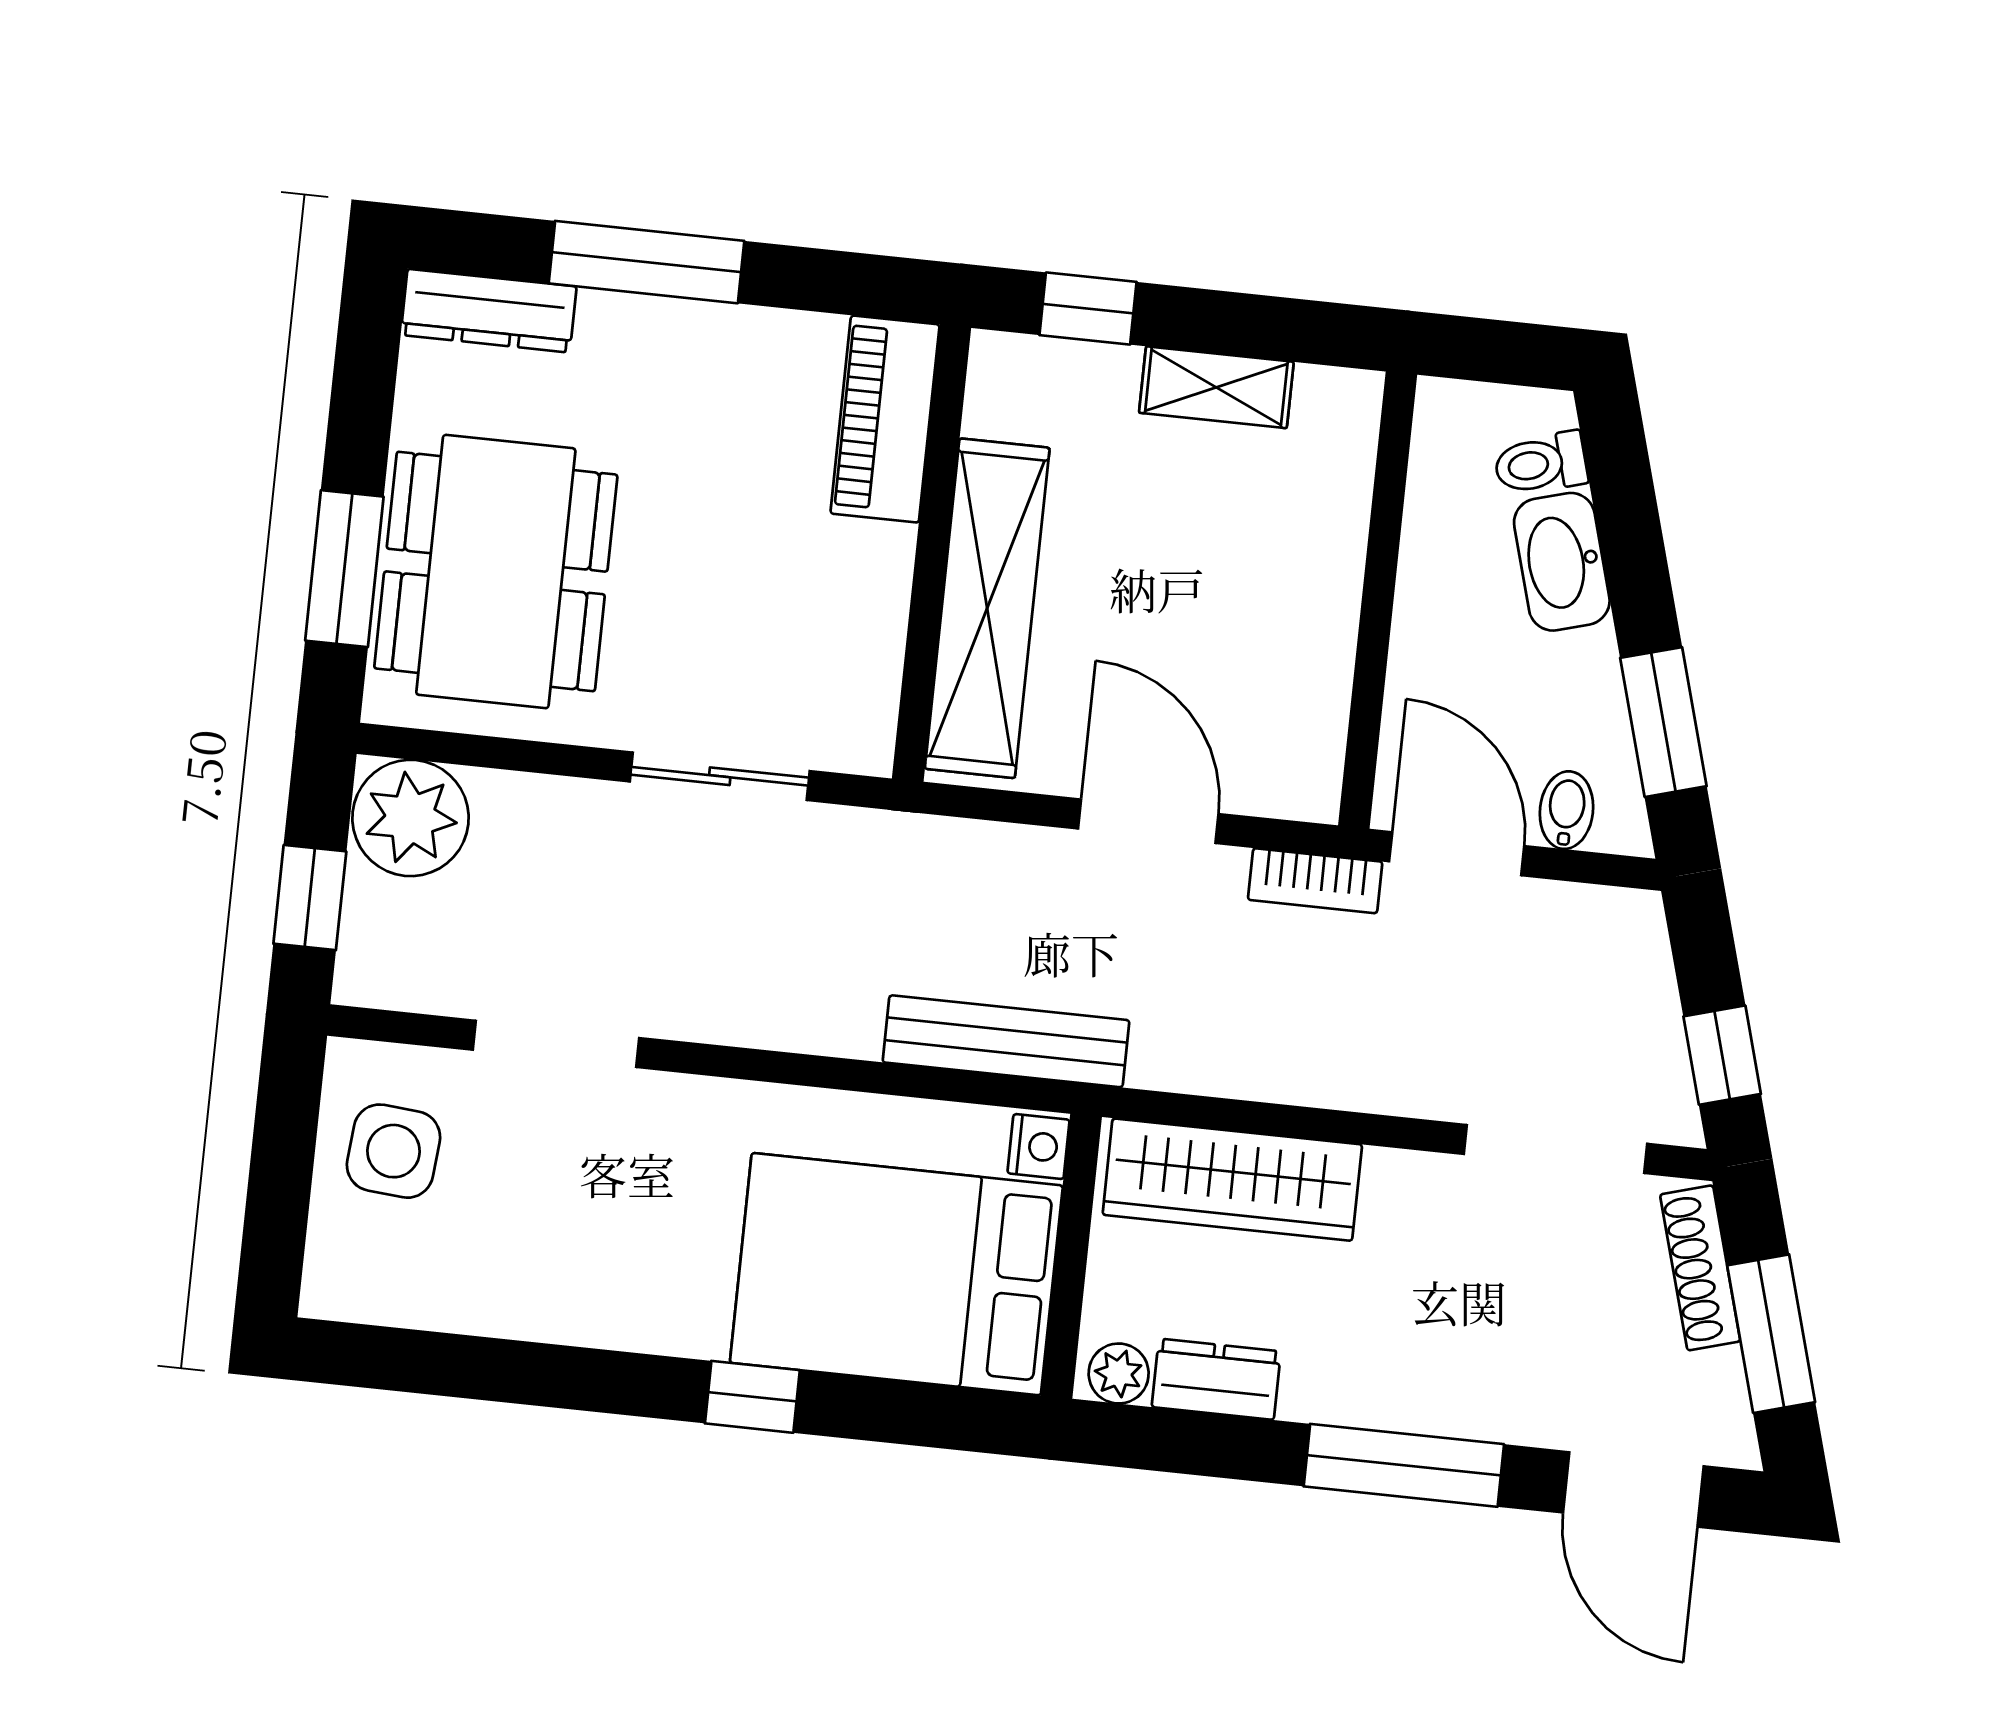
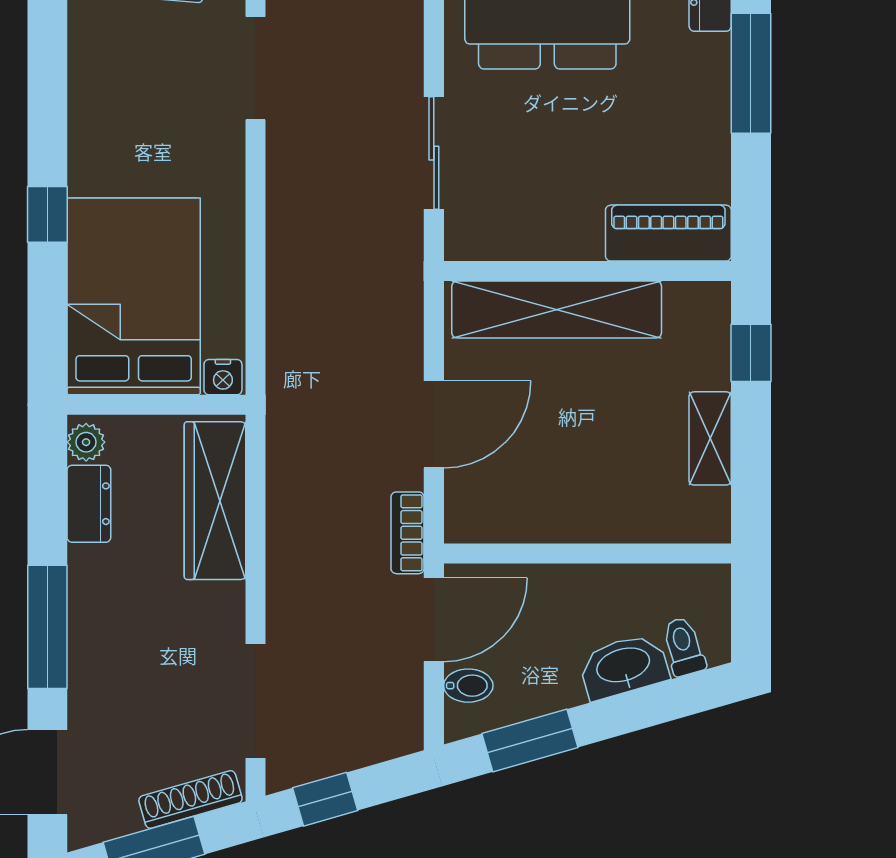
bench: (1006, 1041) -> (287, 350), removed

